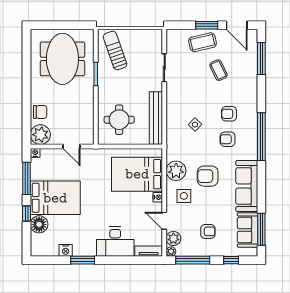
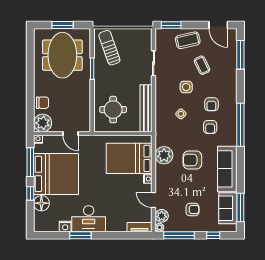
window: (63, 25) -> (63, 25), added
window: (207, 25) -> (171, 25), moved
armchair: (229, 114) -> (211, 104), turned -90
armchair: (228, 139) -> (210, 127), turned -90
side table: (184, 196) -> (186, 87), moved
bed: (55, 198) -> (56, 174), width x1.36
desk: (115, 242) -> (89, 219), moved

